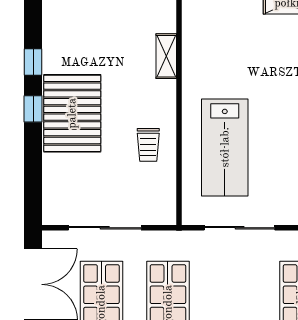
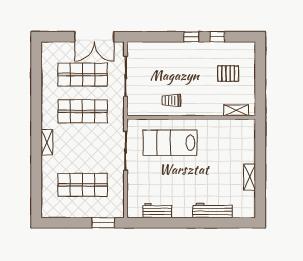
shelving: (166, 56) -> (236, 110), moved
pallet: (72, 113) -> (228, 74), moved, width x0.49, depth x0.50

